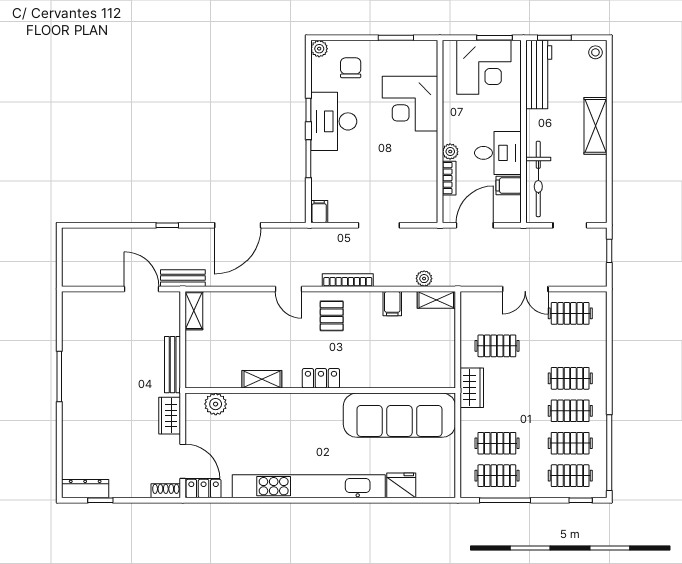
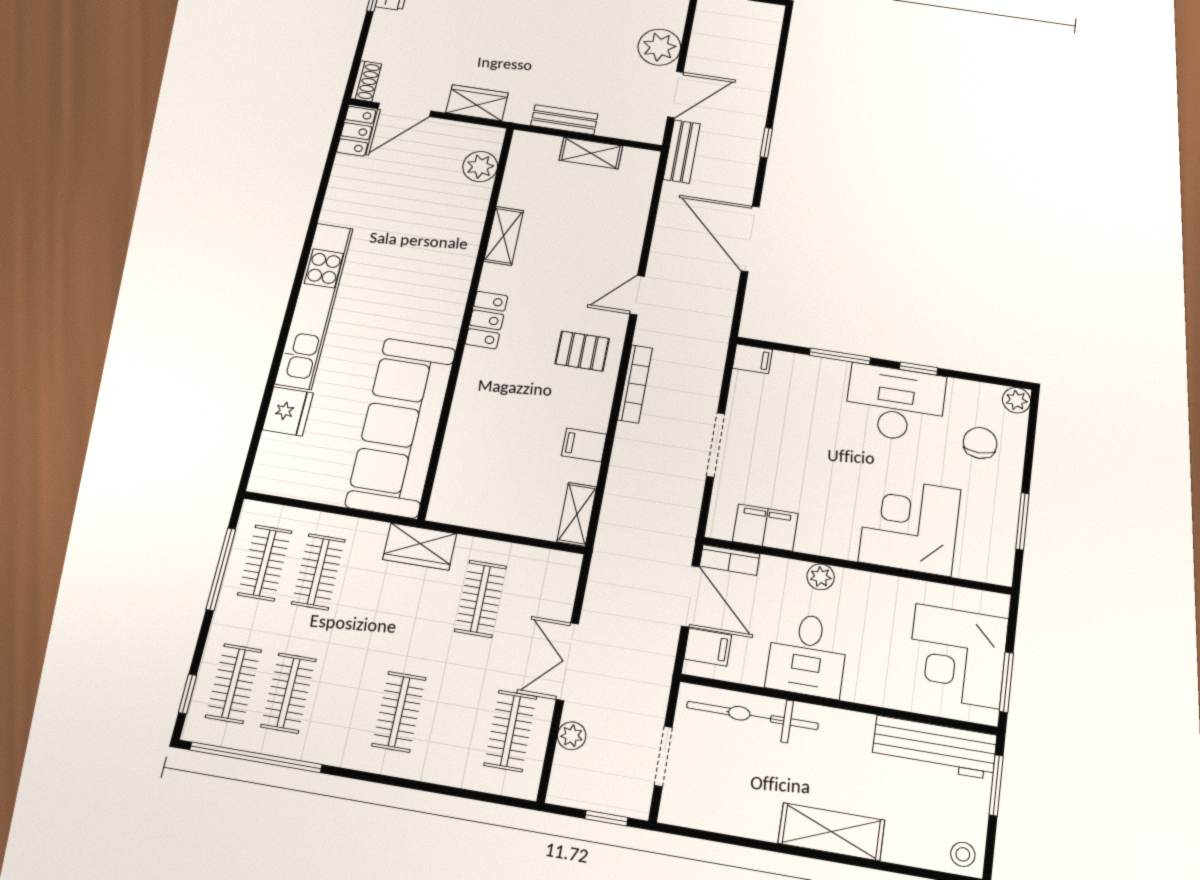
chair: (351, 68) -> (980, 443), turned -90
bookcase: (449, 178) -> (730, 560), moved
filing cabinet: (509, 185) -> (708, 647), moved, turned 90
filing cabinet: (426, 188) -> (765, 527), added
plant: (424, 279) -> (572, 736), moved
plant: (108, 305) -> (659, 47), added
shelving: (194, 311) -> (591, 153), moved
bench: (173, 365) -> (564, 120), width x0.73
clothes rail: (570, 411) -> (344, 702), removed
kitchen unit: (309, 486) -> (314, 305), width x0.73

